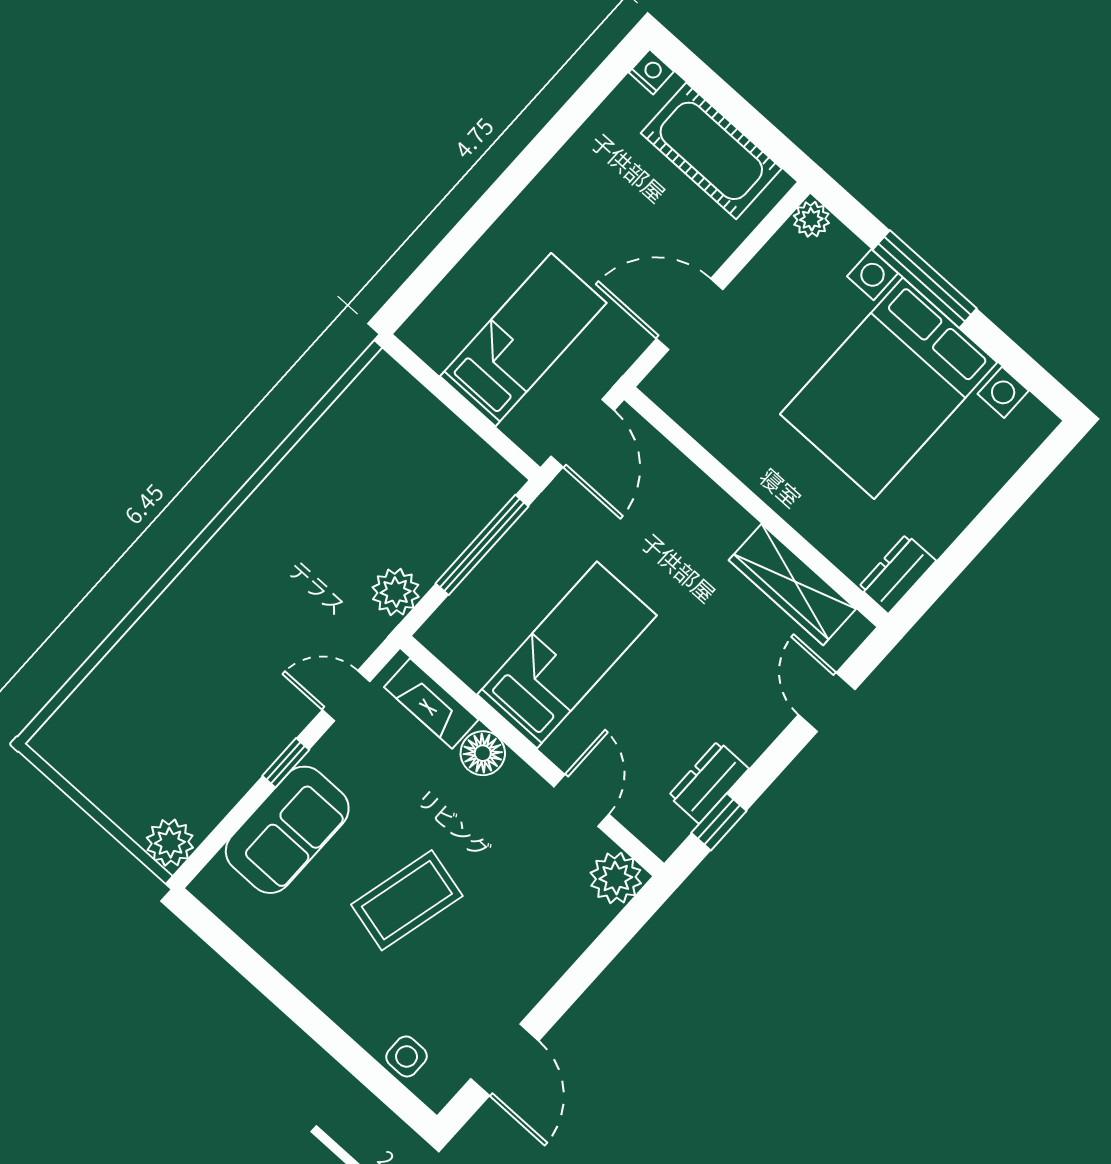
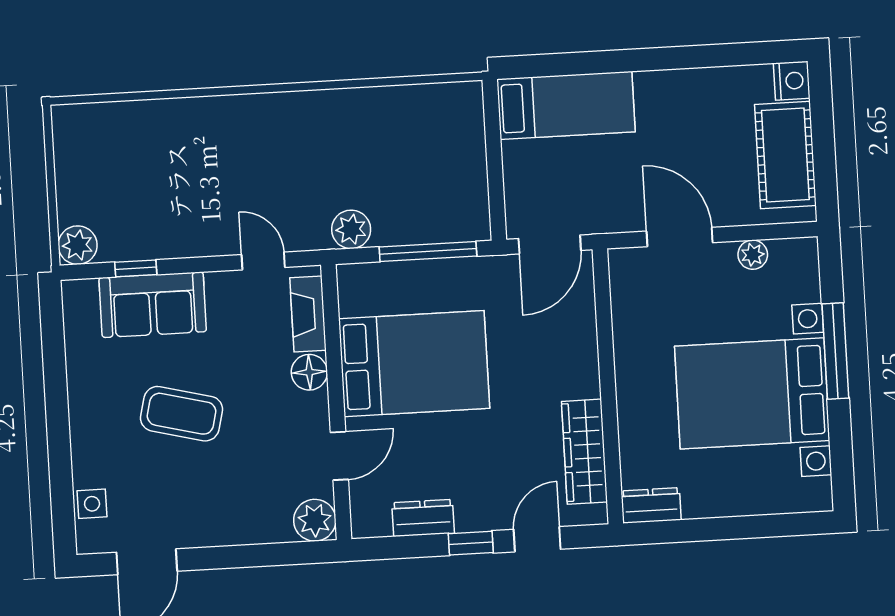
nightstand: (651, 72) -> (792, 81), width x1.39, depth x1.35
plant: (811, 219) -> (753, 255), moved
bed: (523, 340) -> (566, 105), moved
bed: (567, 655) -> (414, 364), width x1.50
window: (286, 763) -> (136, 268), moved
window: (719, 822) -> (471, 543), moved

